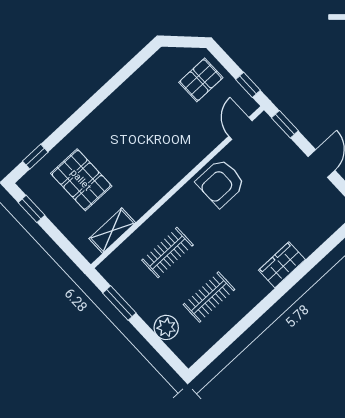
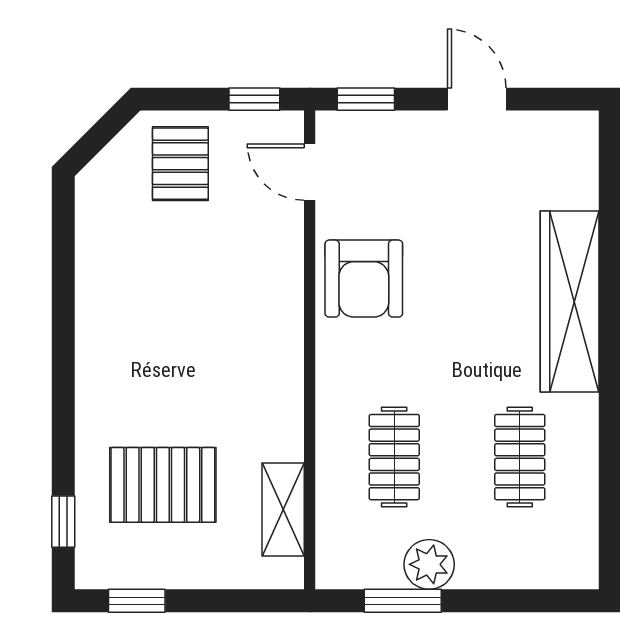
wardrobe: (282, 265) -> (570, 302), width x2.10, depth x1.17
plant: (166, 327) -> (429, 564), moved

